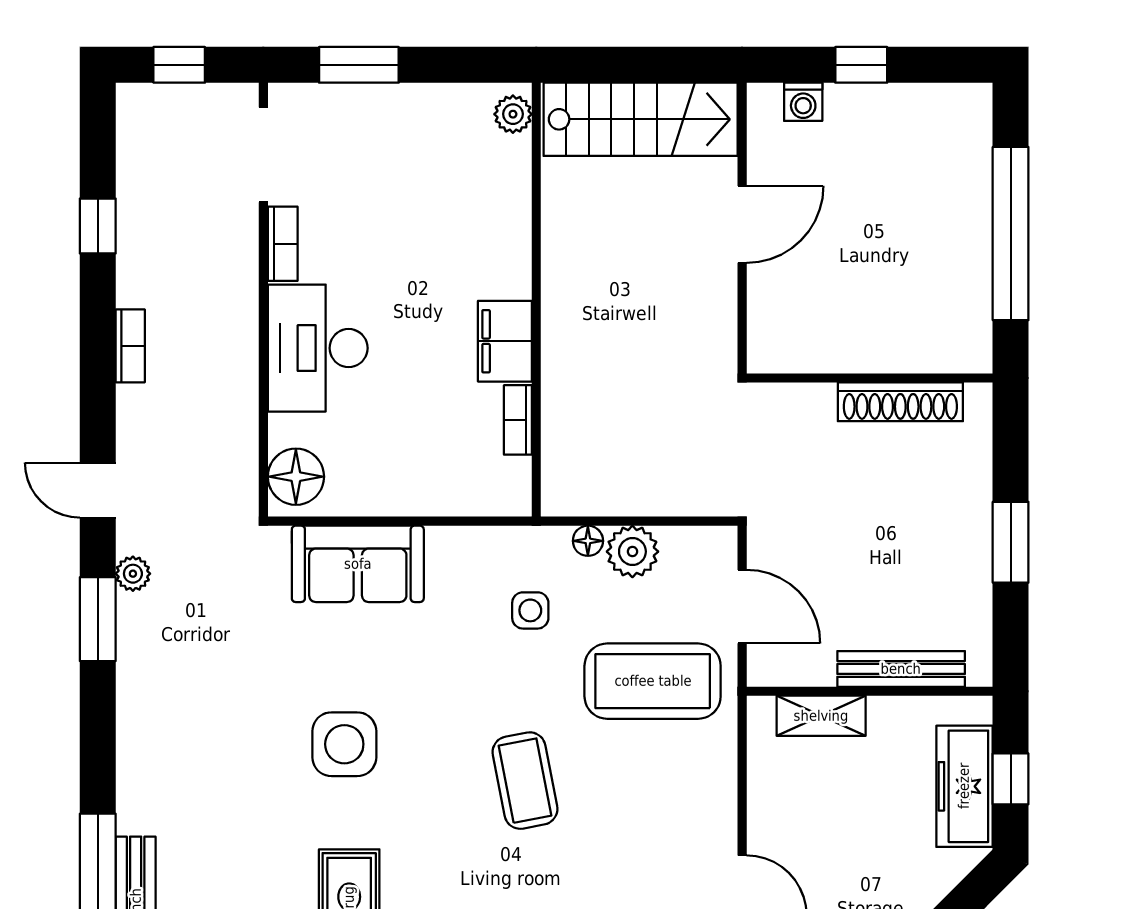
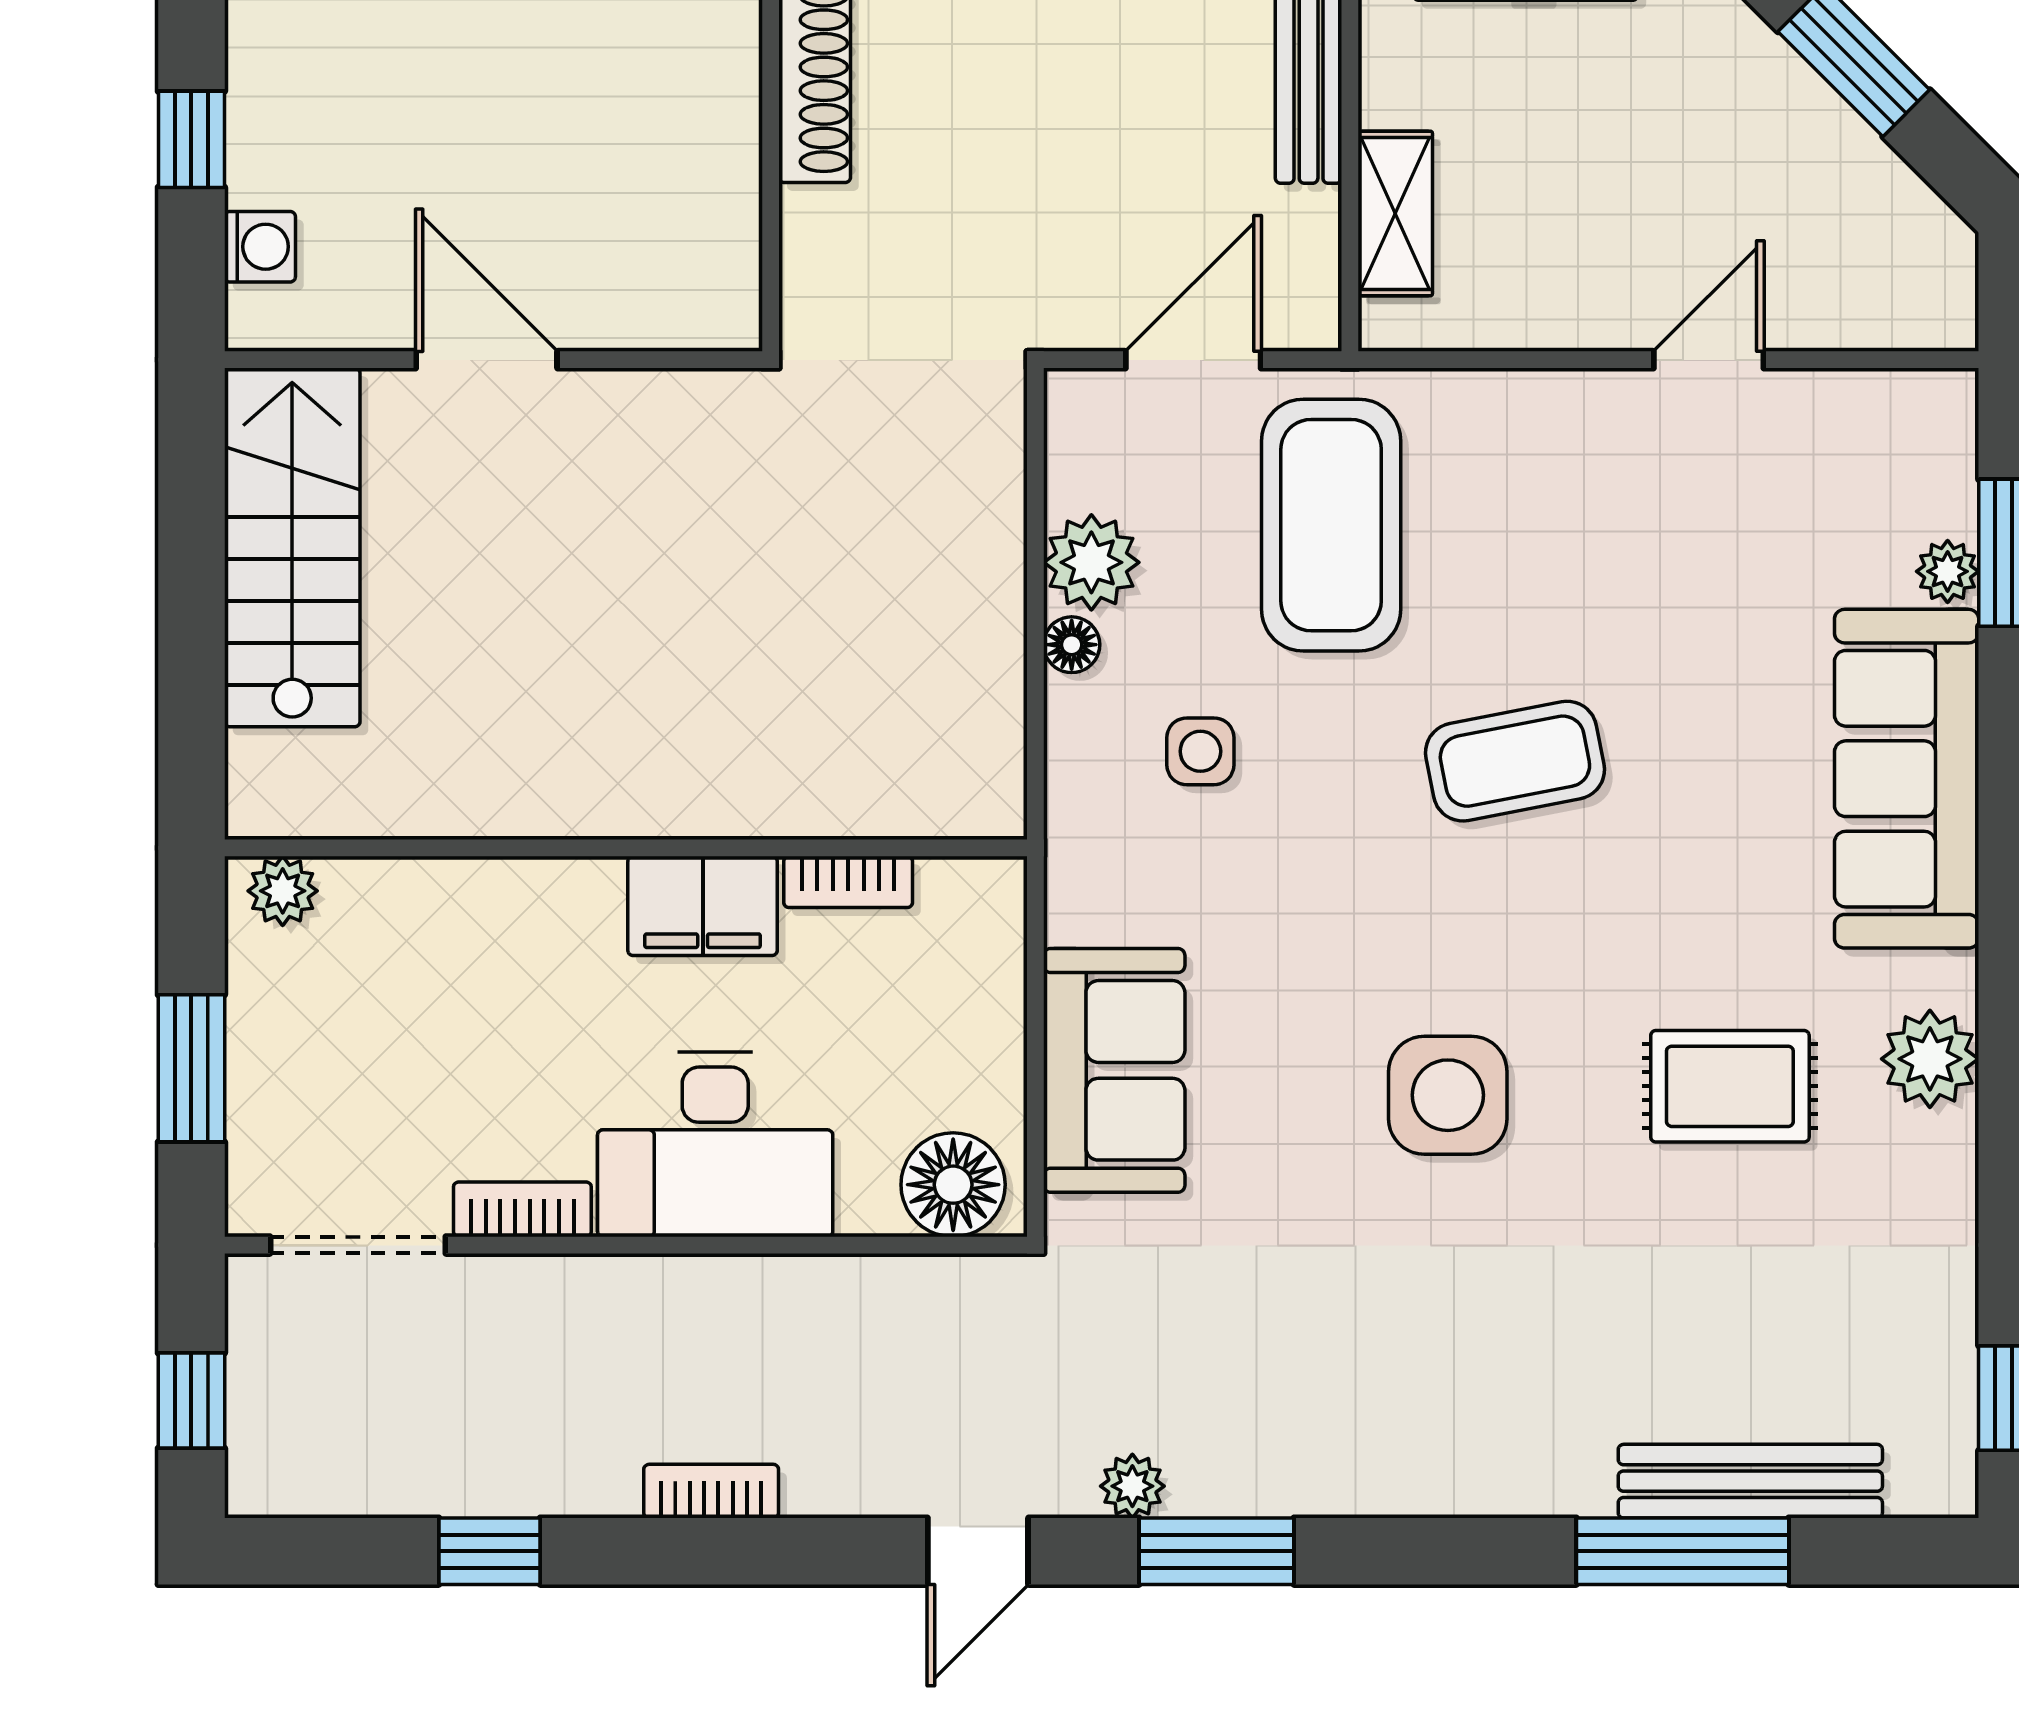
plant: (513, 114) -> (283, 891), moved
wall: (536, 300) -> (626, 848), moved
filing cabinet: (505, 341) -> (703, 906), moved
bookcase: (518, 420) -> (848, 882), moved

